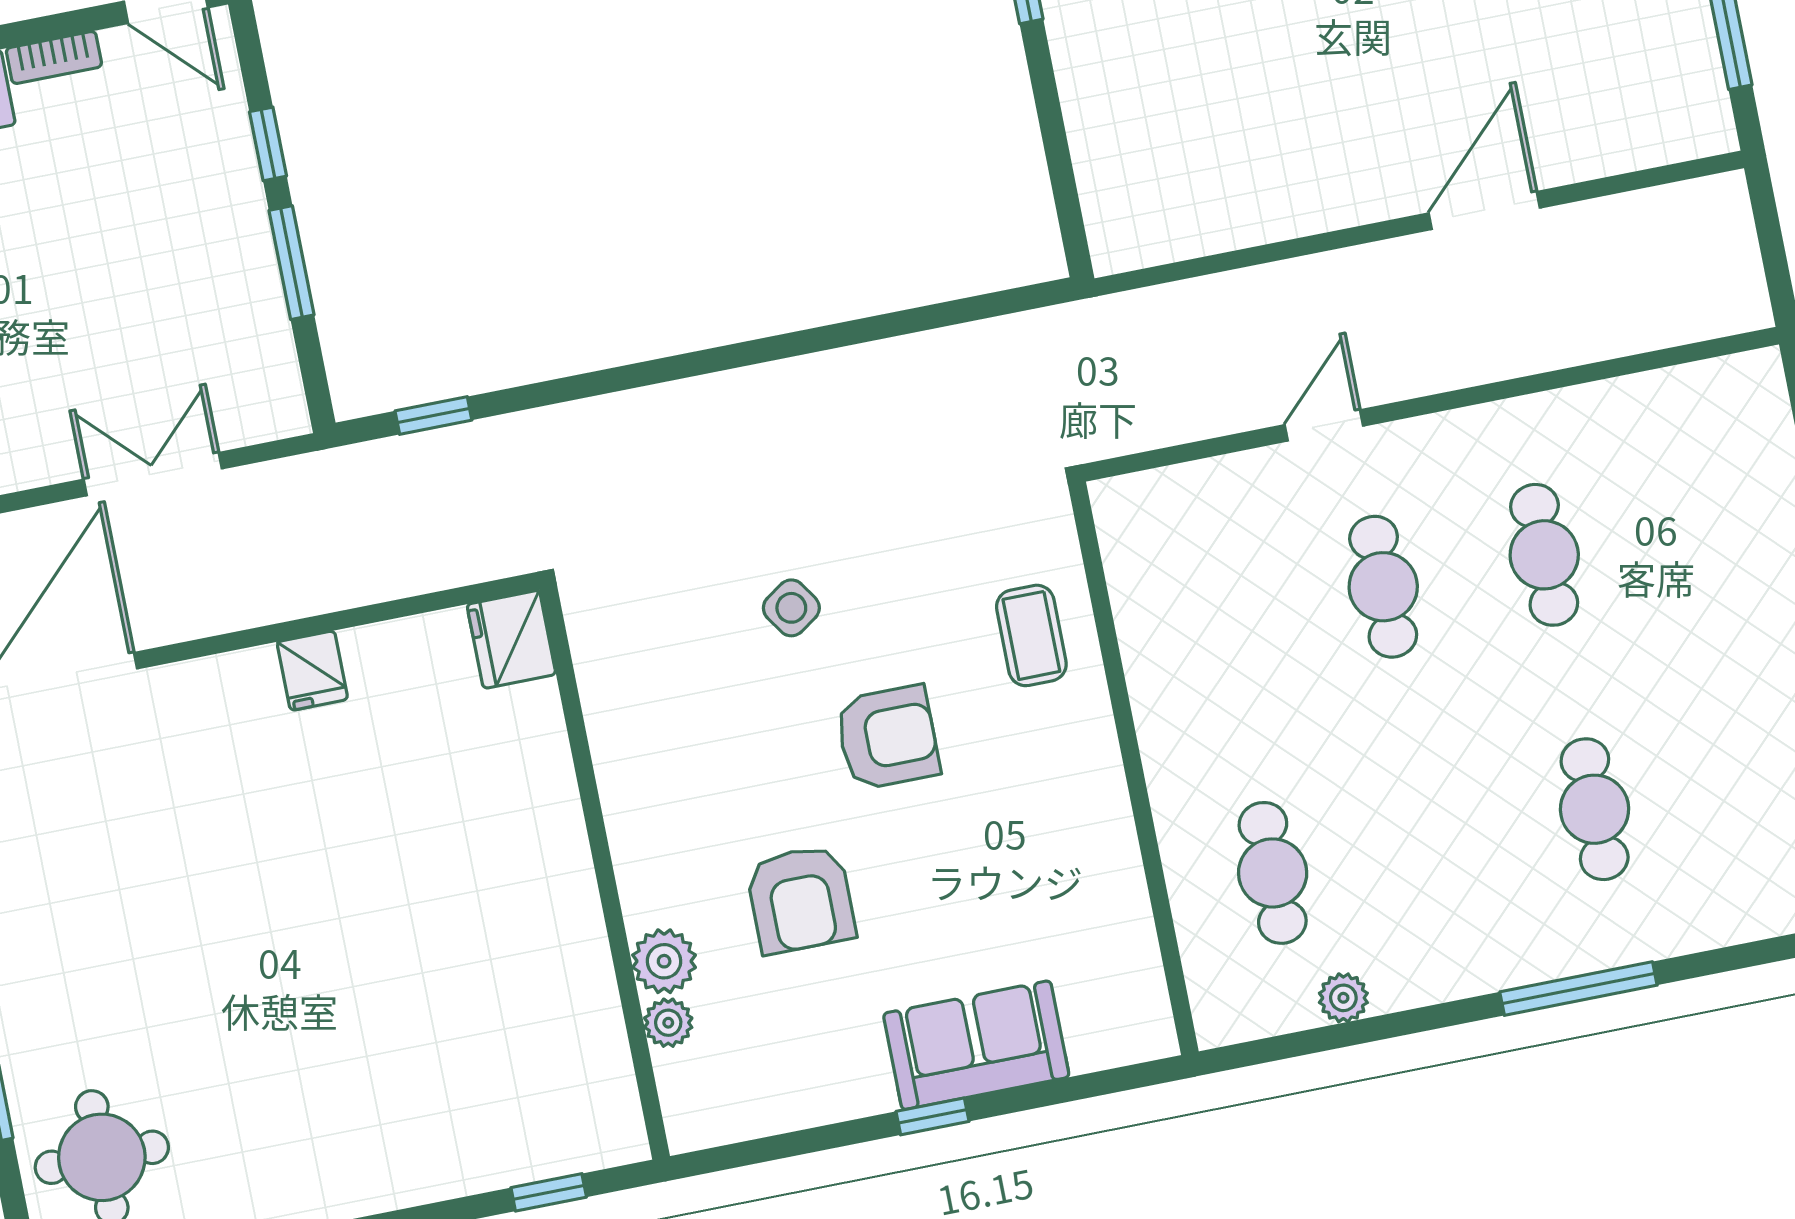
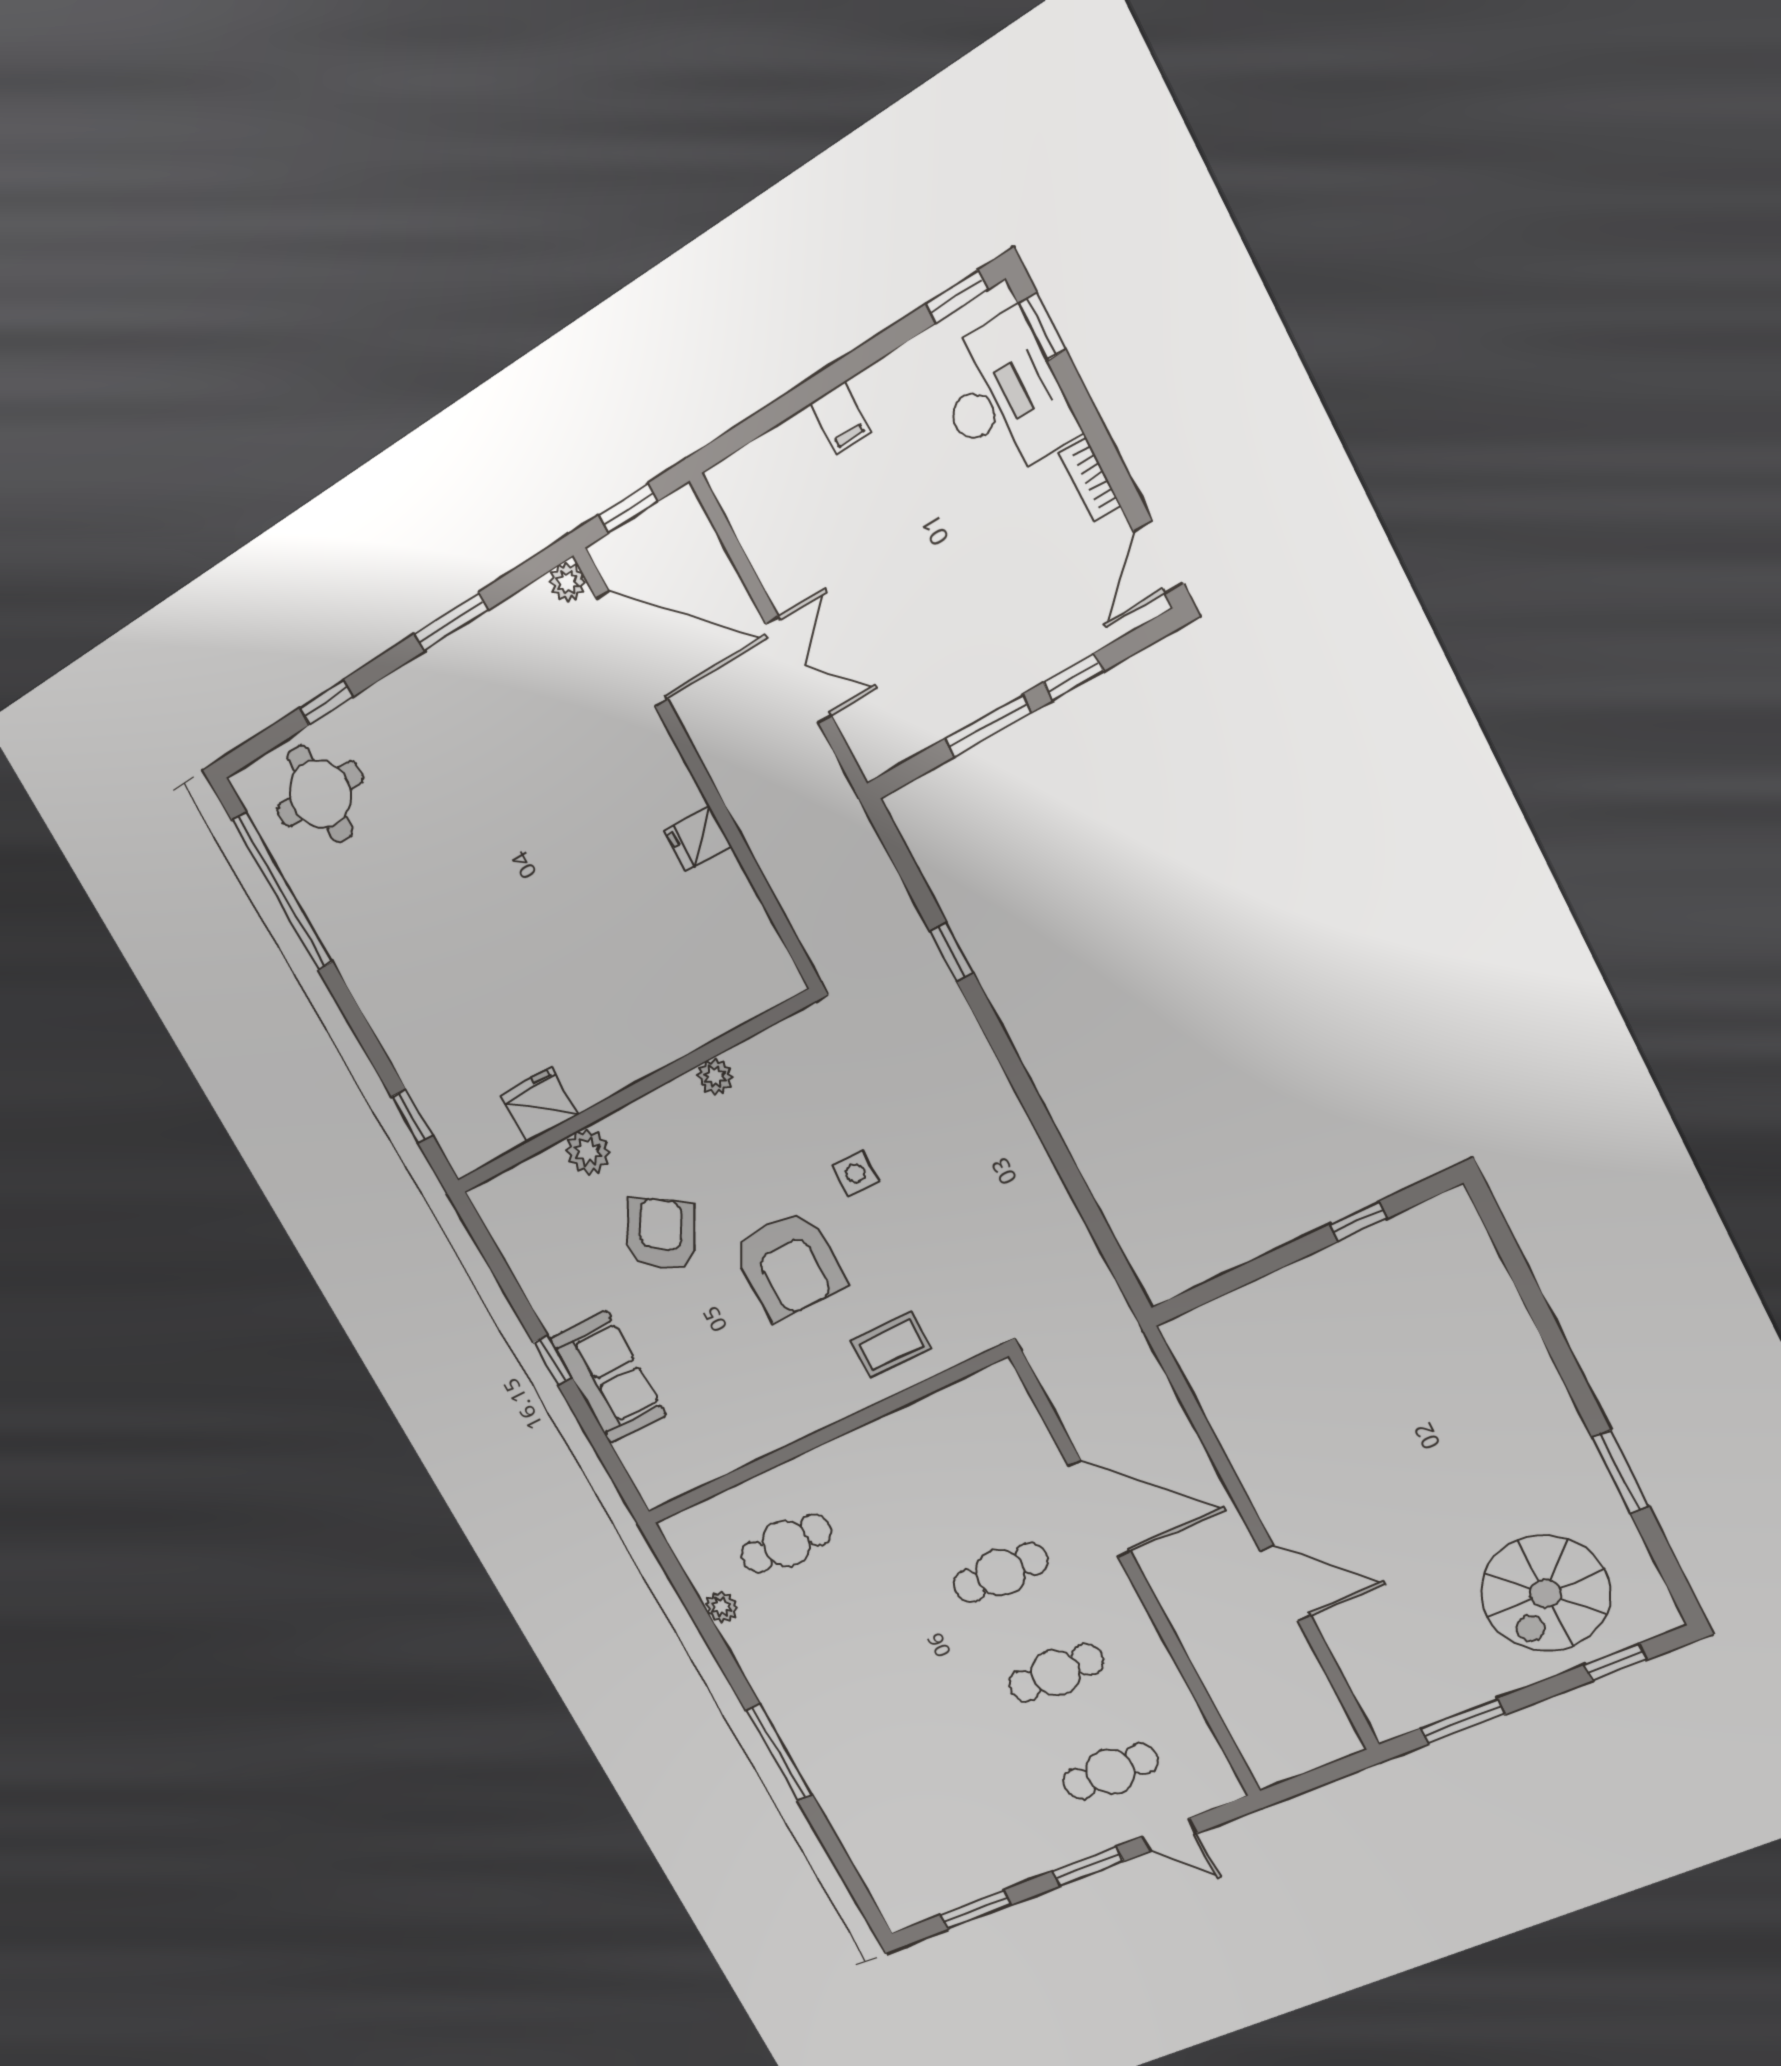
window: (433, 415) -> (952, 952), moved
door: (1324, 425) -> (1099, 1508), width x1.87
side table: (791, 608) -> (855, 1173), turned 34
fridge: (511, 639) -> (539, 1105), moved
armchair: (888, 737) -> (789, 1264), width x1.36, depth x1.36
cafe table: (1595, 809) -> (1110, 1772), moved
armchair: (801, 899) -> (661, 1234), turned 121
plant: (668, 1023) -> (715, 1077), moved

